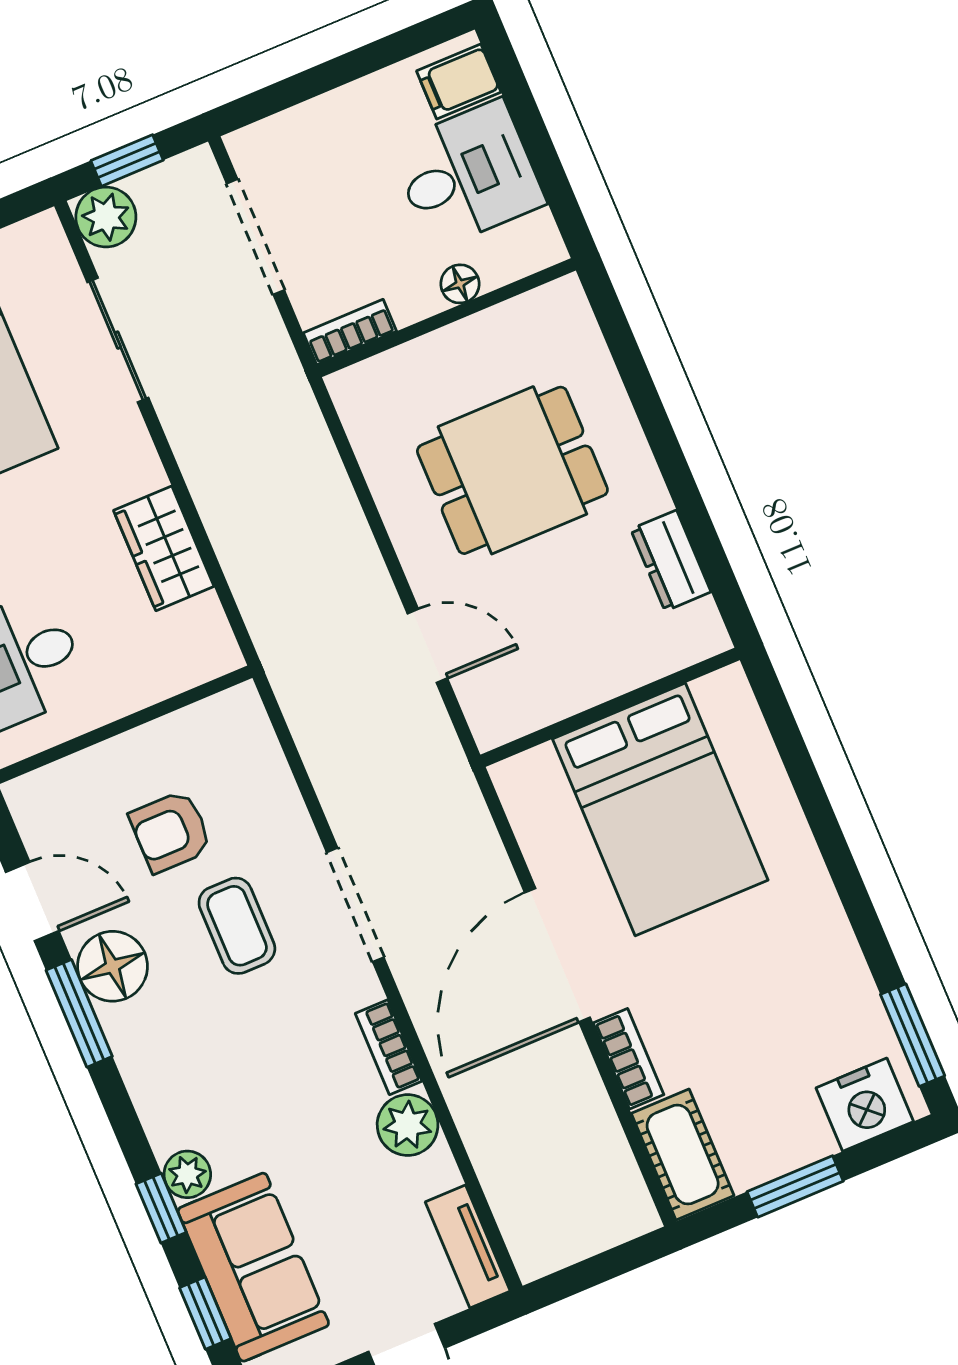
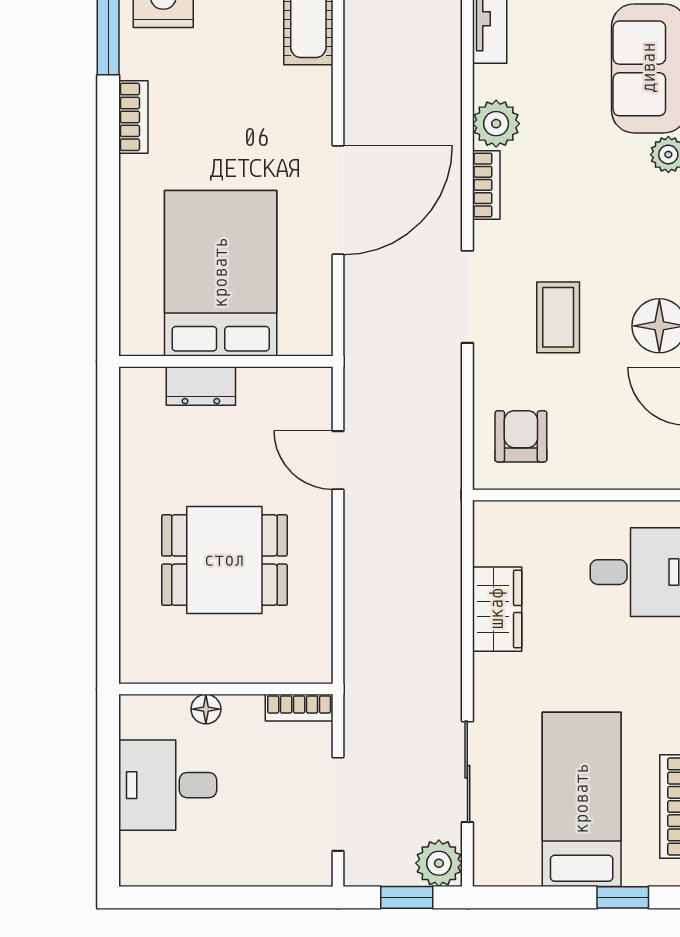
filing cabinet: (459, 82) -> (146, 854), removed
dresser: (671, 561) -> (201, 386), moved, turned 90
armchair: (171, 831) -> (521, 436), moved, turned -90
bookcase: (628, 1059) -> (133, 117), moved, turned 180

